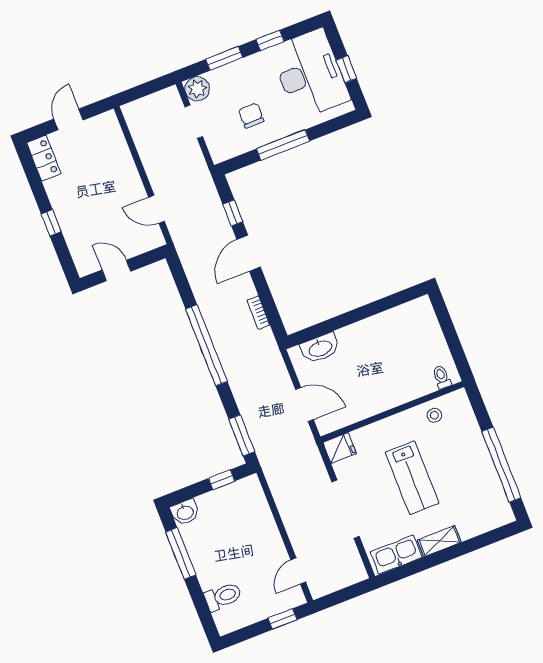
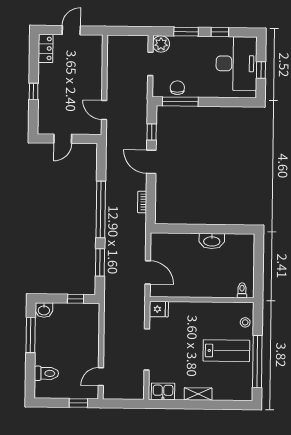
chair: (251, 115) -> (177, 88), moved
window: (283, 145) -> (180, 102), moved
door: (249, 253) -> (151, 162), hinge flipped
door: (116, 271) -> (63, 139), swing flipped
washbasin: (320, 348) -> (212, 241), moved
stool: (434, 415) -> (245, 322), moved
window: (242, 435) -> (100, 262), moved
lab bench: (412, 478) -> (226, 351), moved, turned -90
kitchen sink: (396, 555) -> (163, 391), width x0.73

